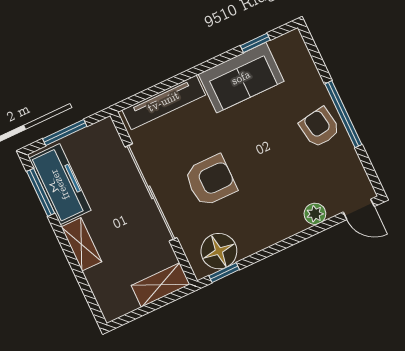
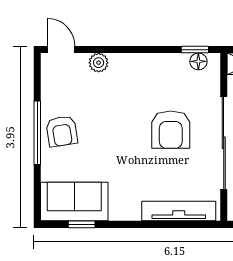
sofa: (241, 78) -> (74, 202), moved
armchair: (210, 181) -> (171, 130), turned -90
floor lamp: (219, 251) -> (198, 61), width x0.53, depth x0.53

